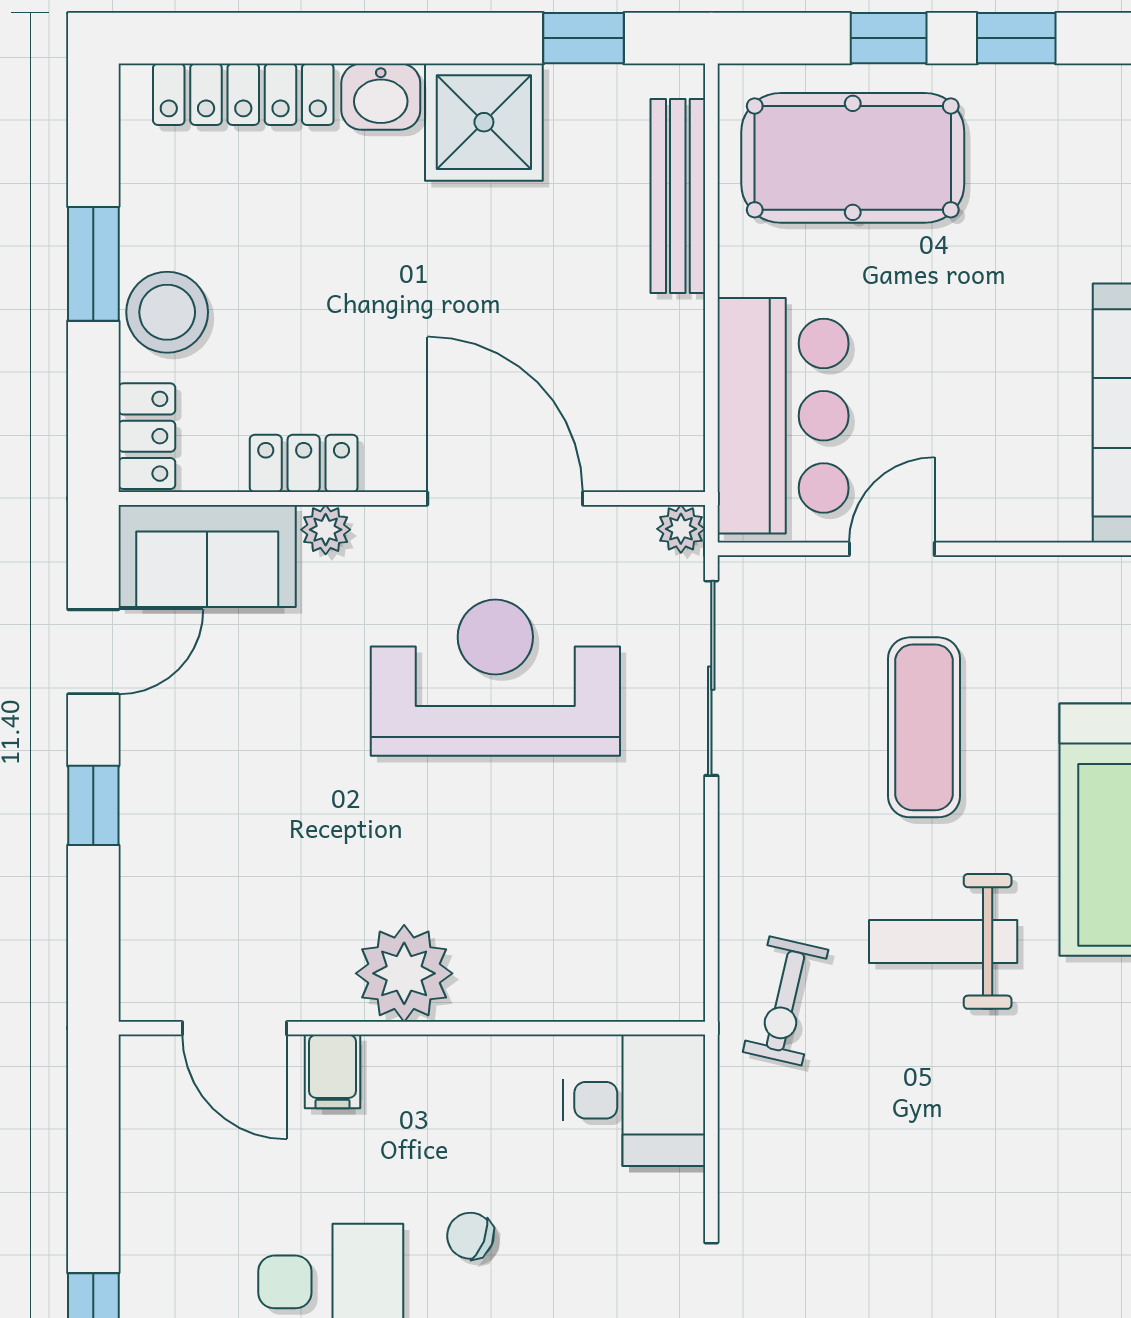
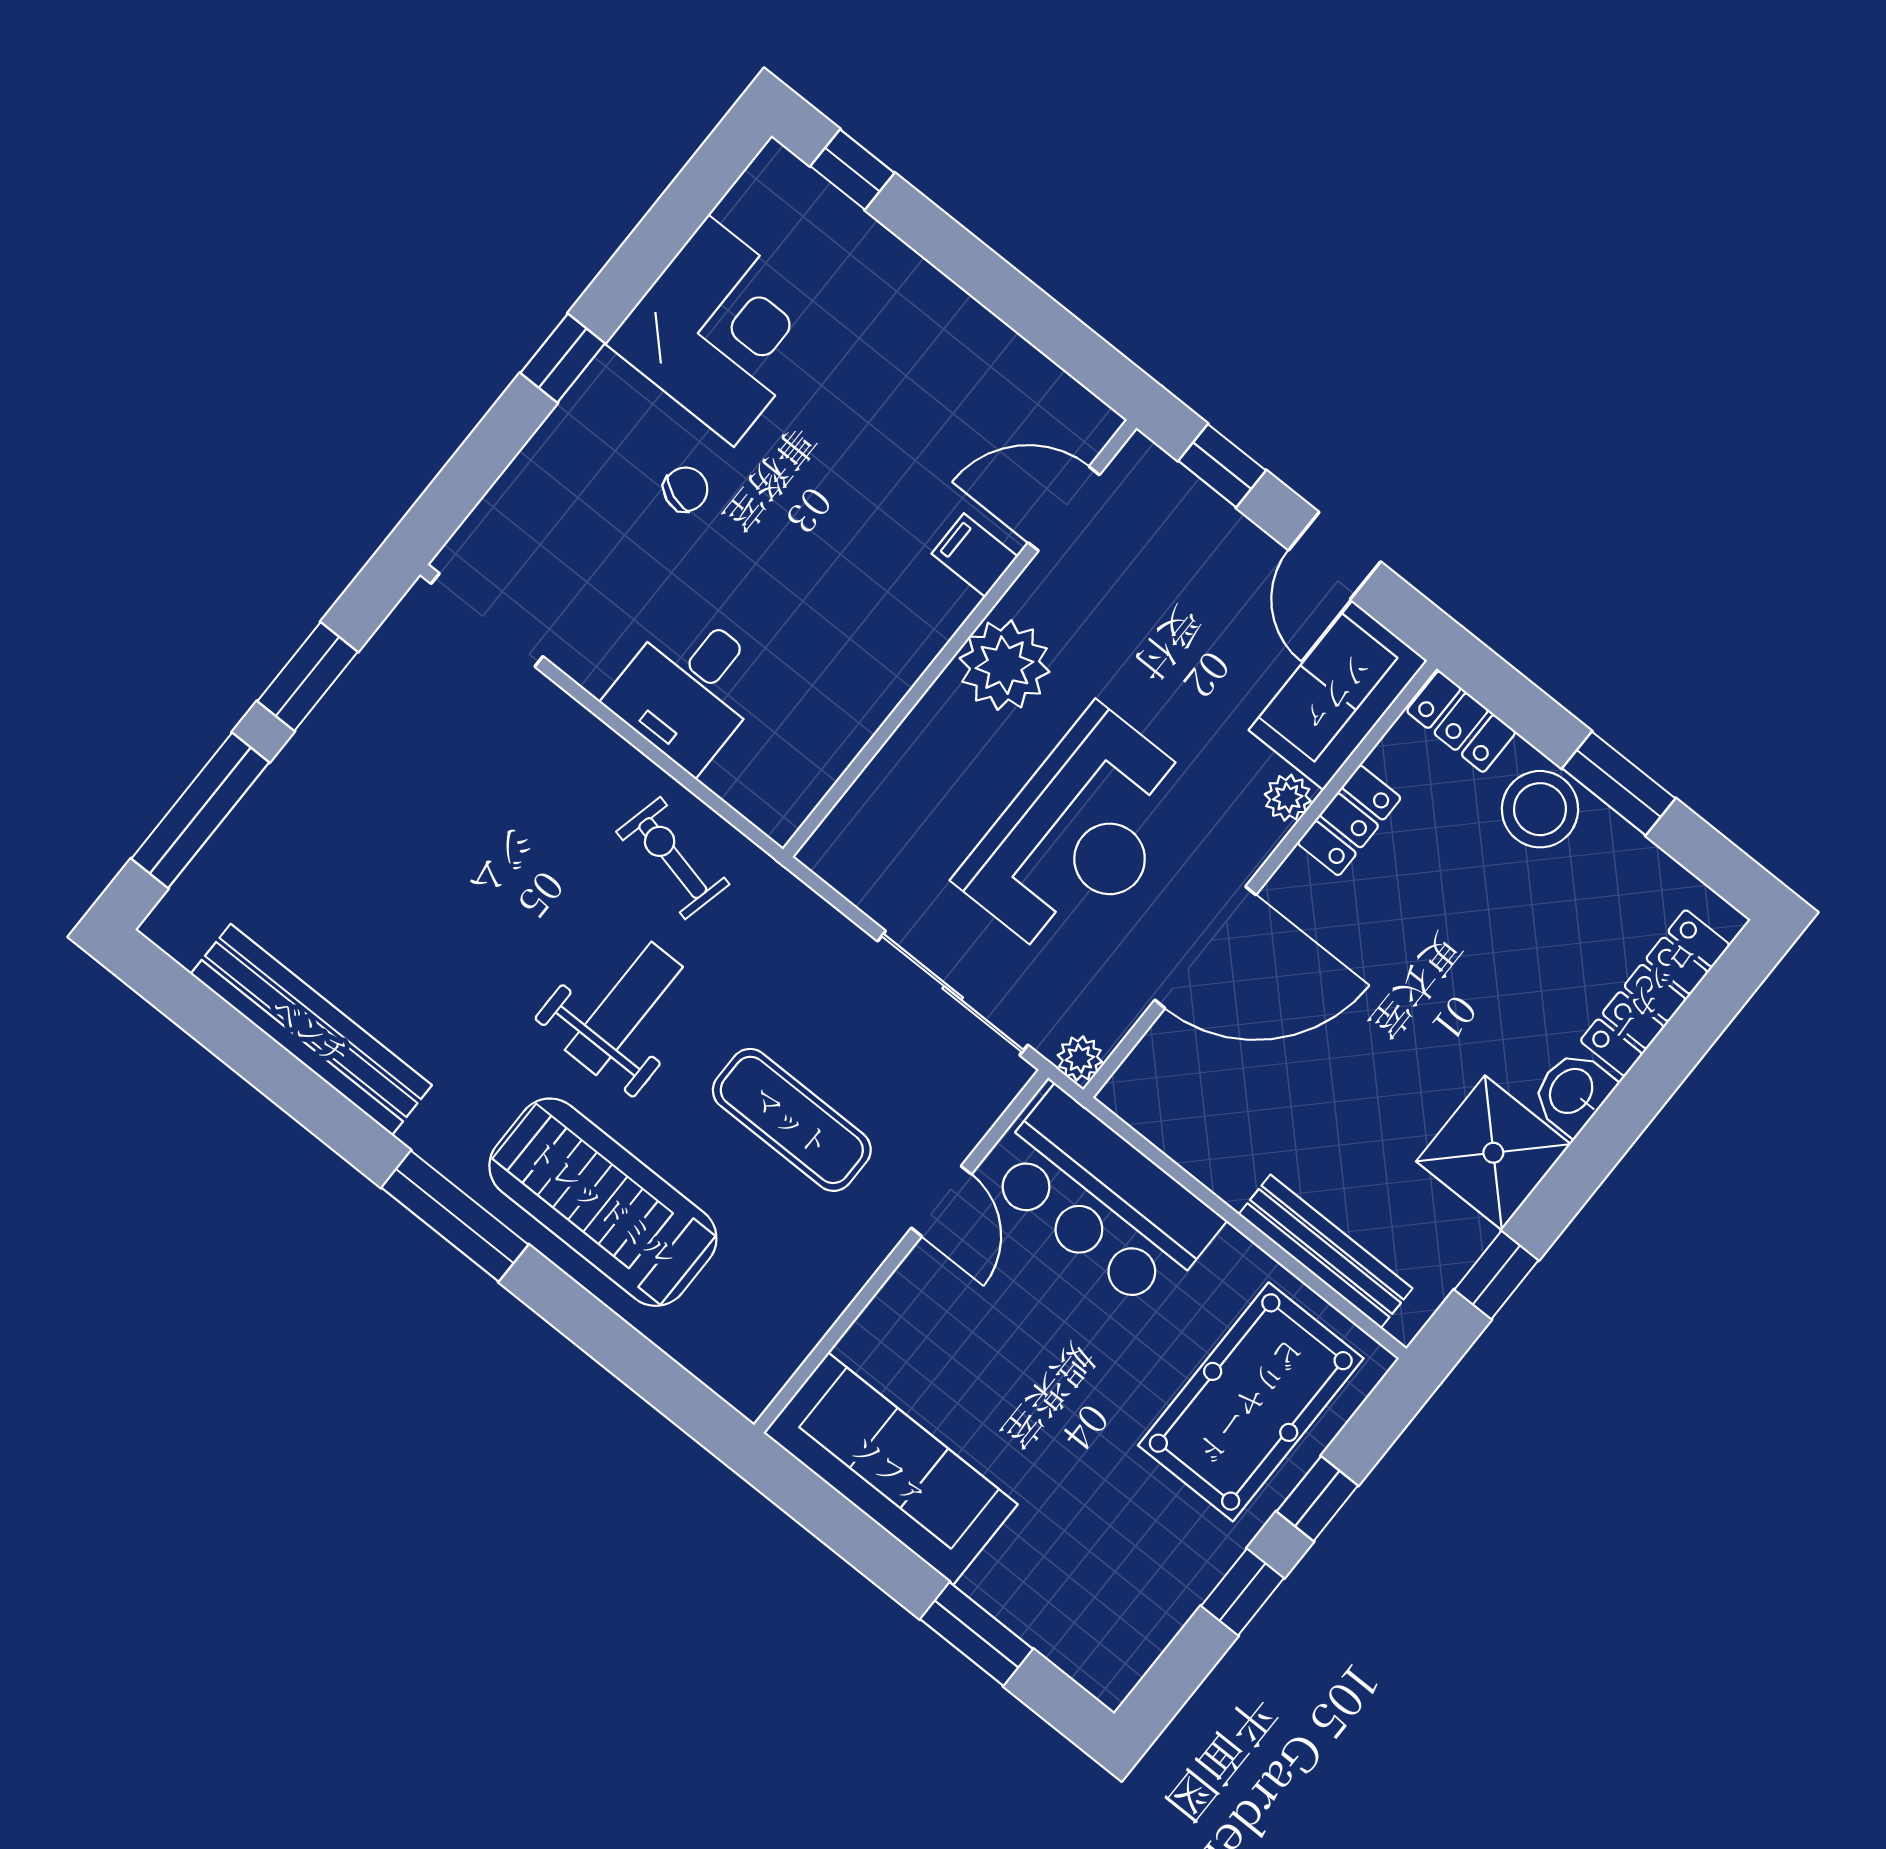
plant: (404, 973) -> (1005, 665), moved
door: (234, 1028) -> (1064, 509), moved
wall: (412, 1028) -> (960, 639), moved
filing cabinet: (333, 1071) -> (975, 555), moved

